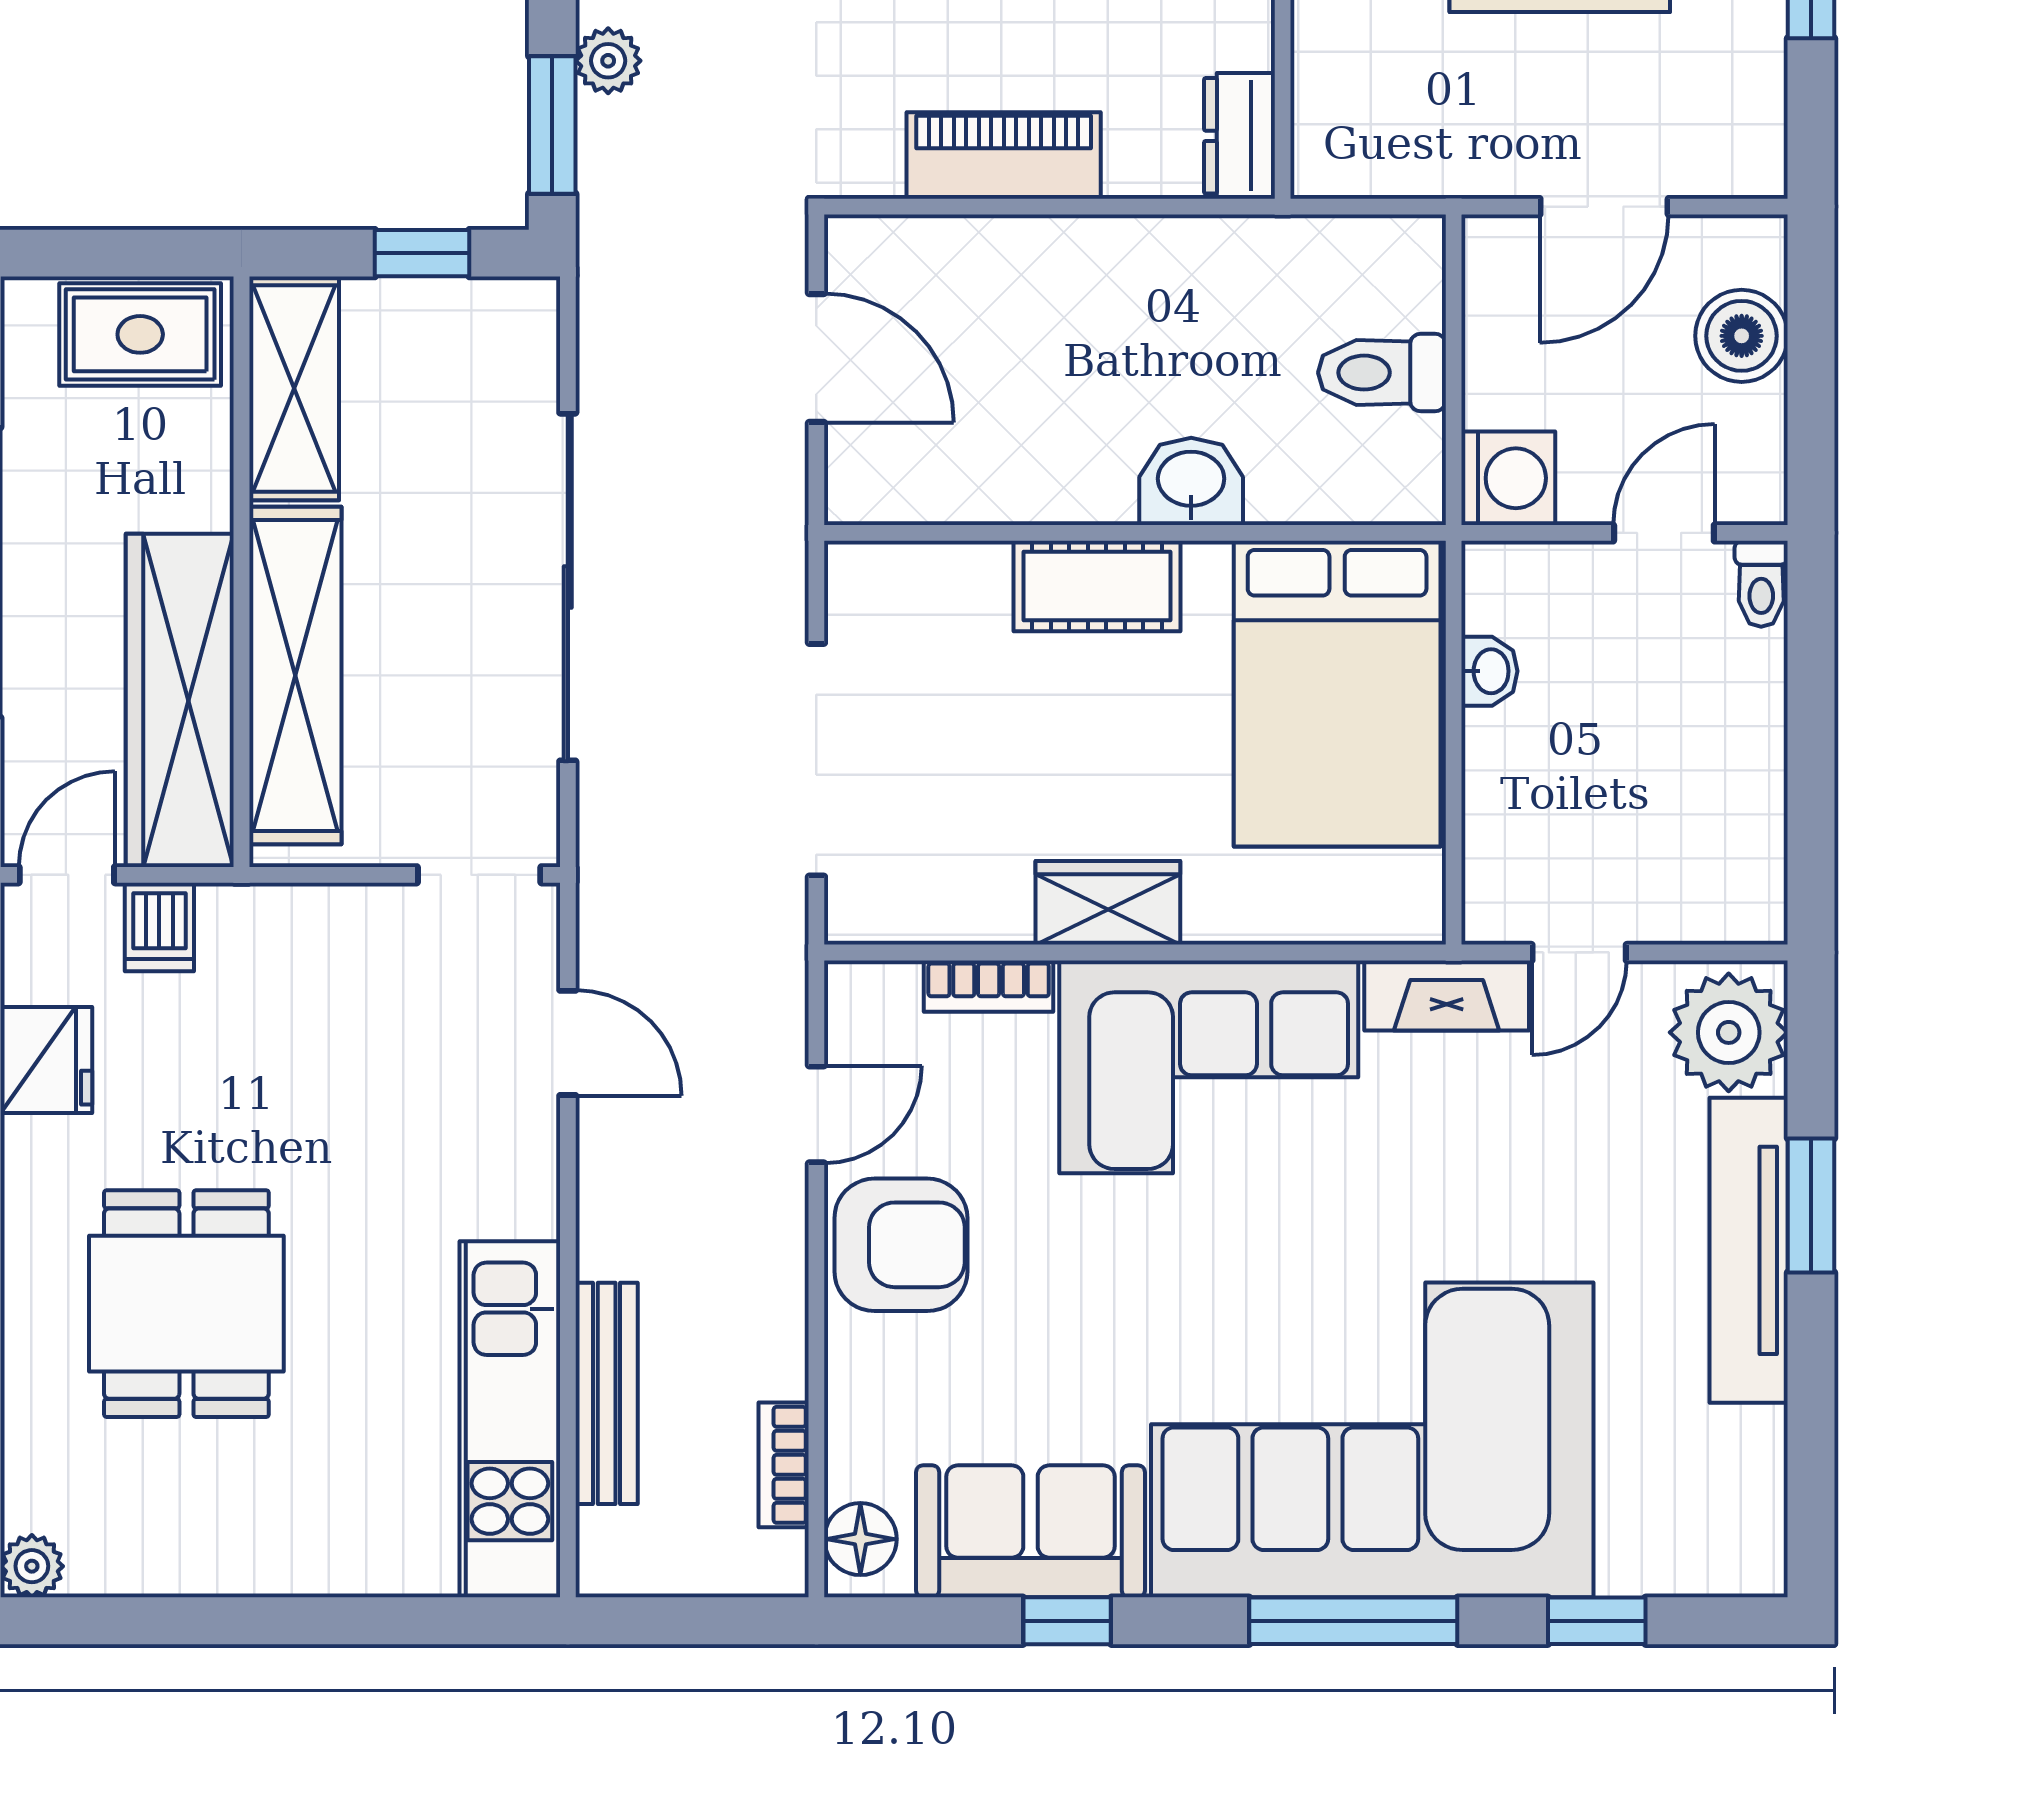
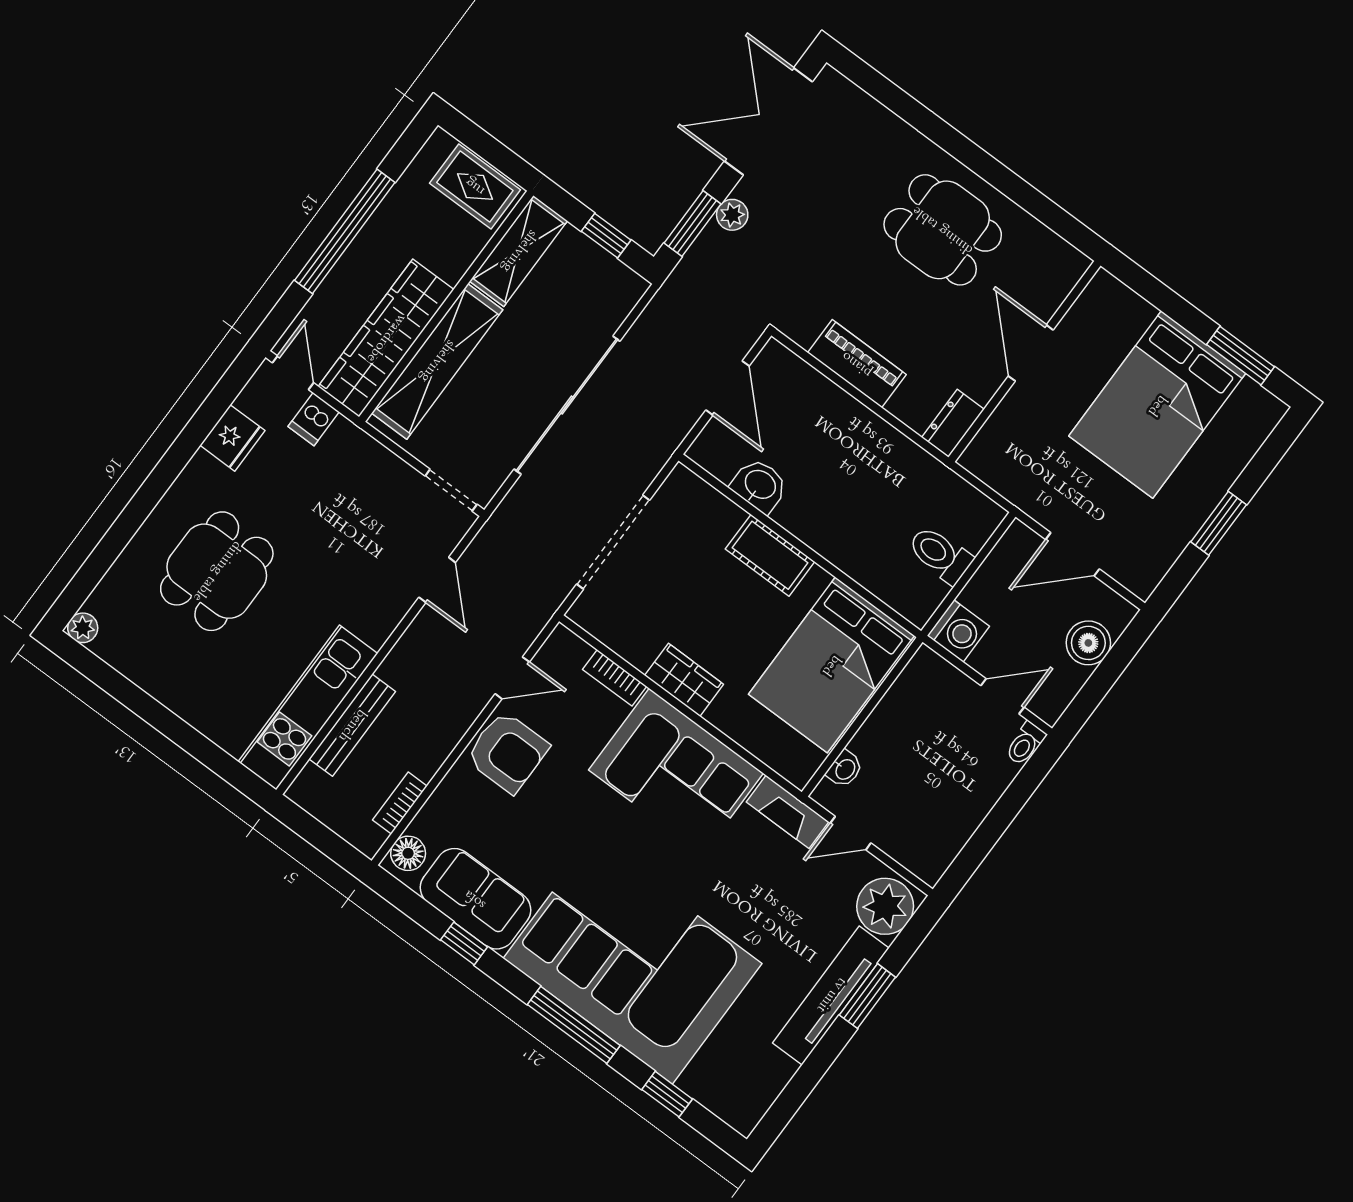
washbasin: (1191, 481) -> (760, 485), moved
washbasin: (1489, 671) -> (845, 769), moved
door: (67, 875) -> (293, 373), hinge flipped

